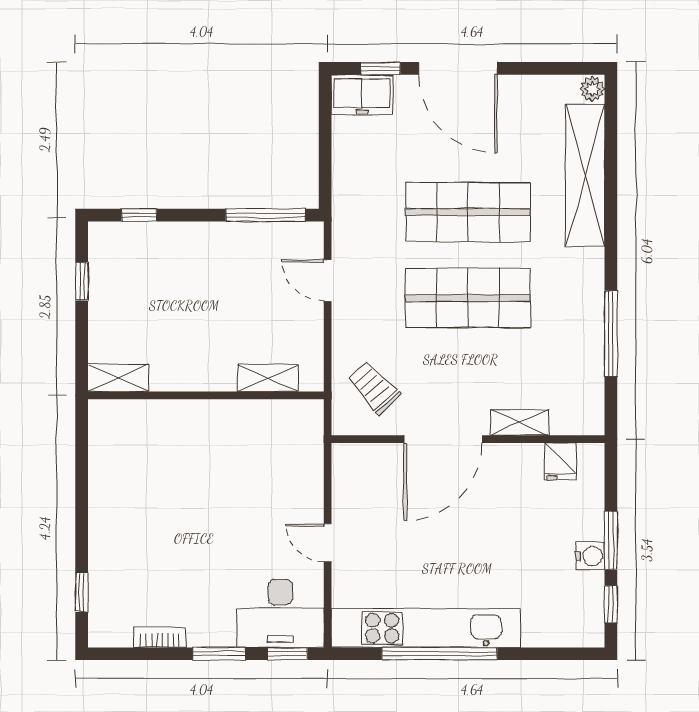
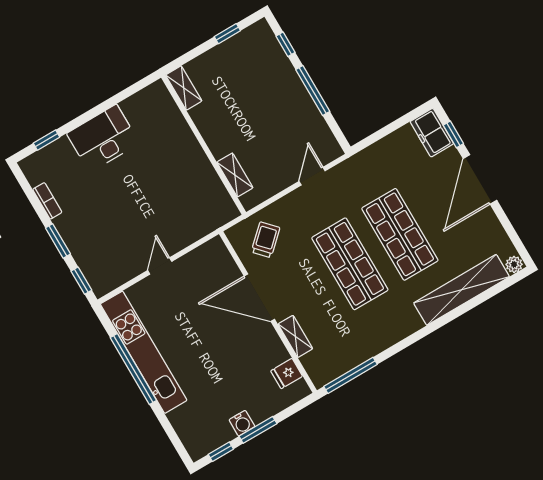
window: (266, 215) -> (313, 91), moved
window: (611, 334) -> (350, 375), moved
desk: (280, 613) -> (103, 138), moved, turned 90

